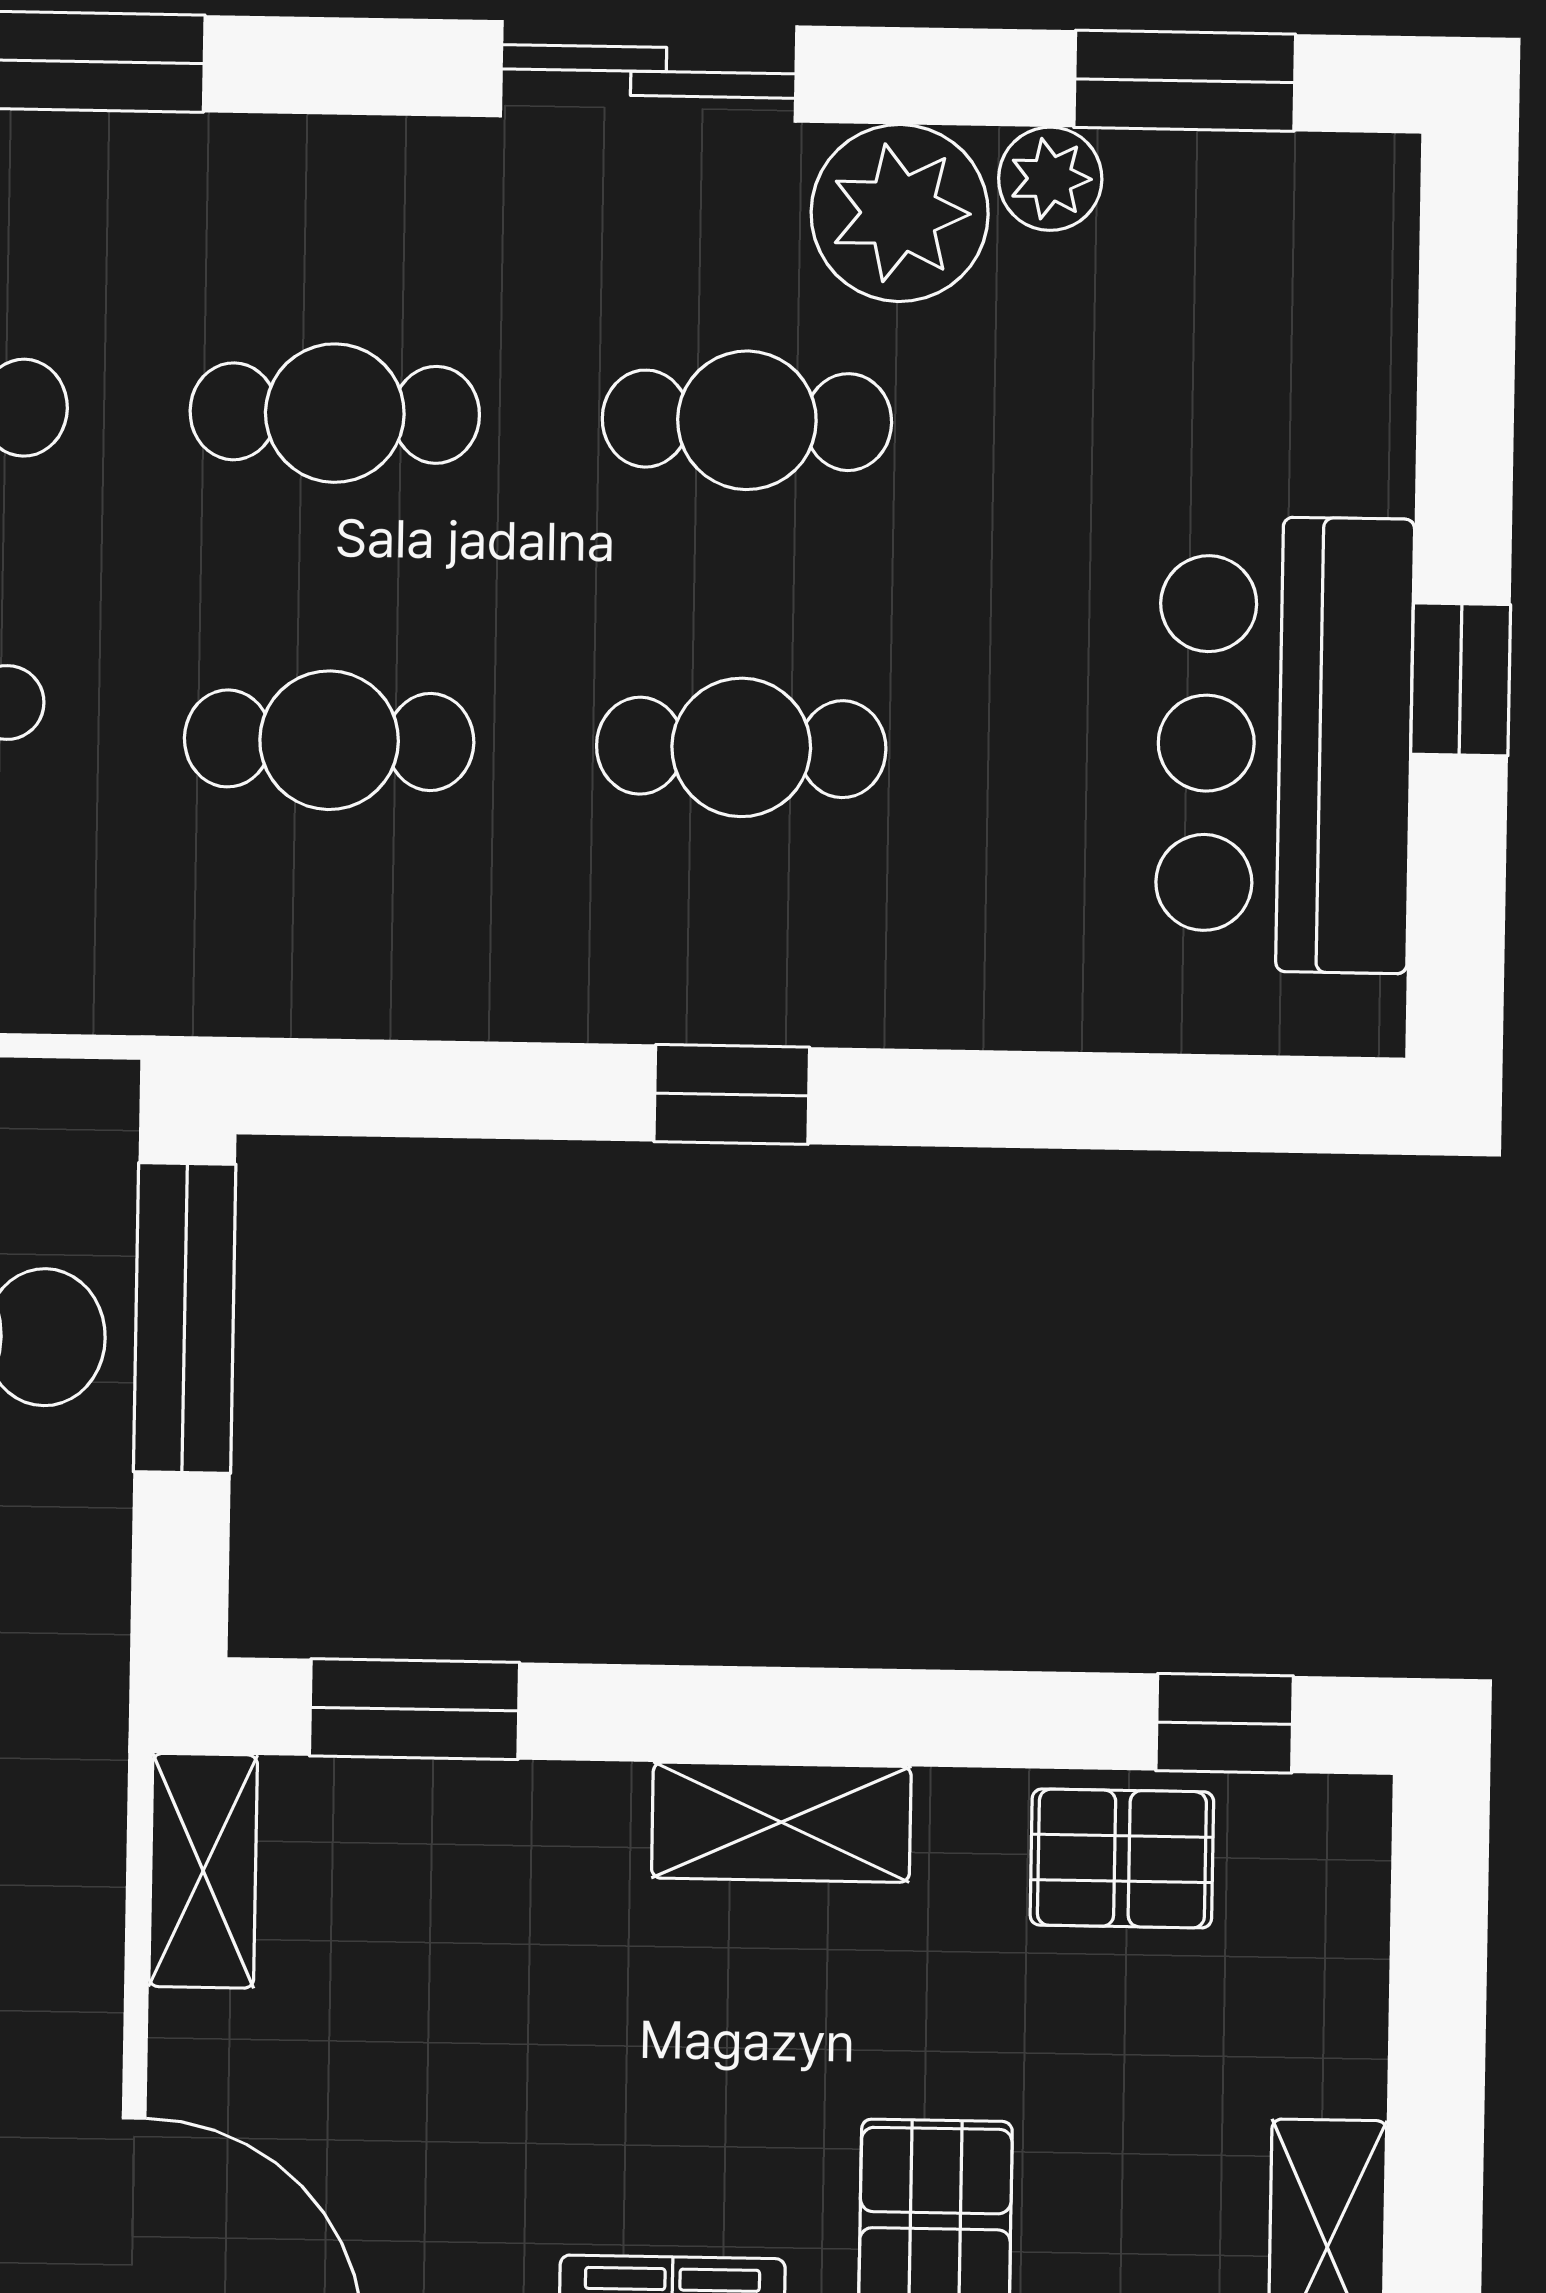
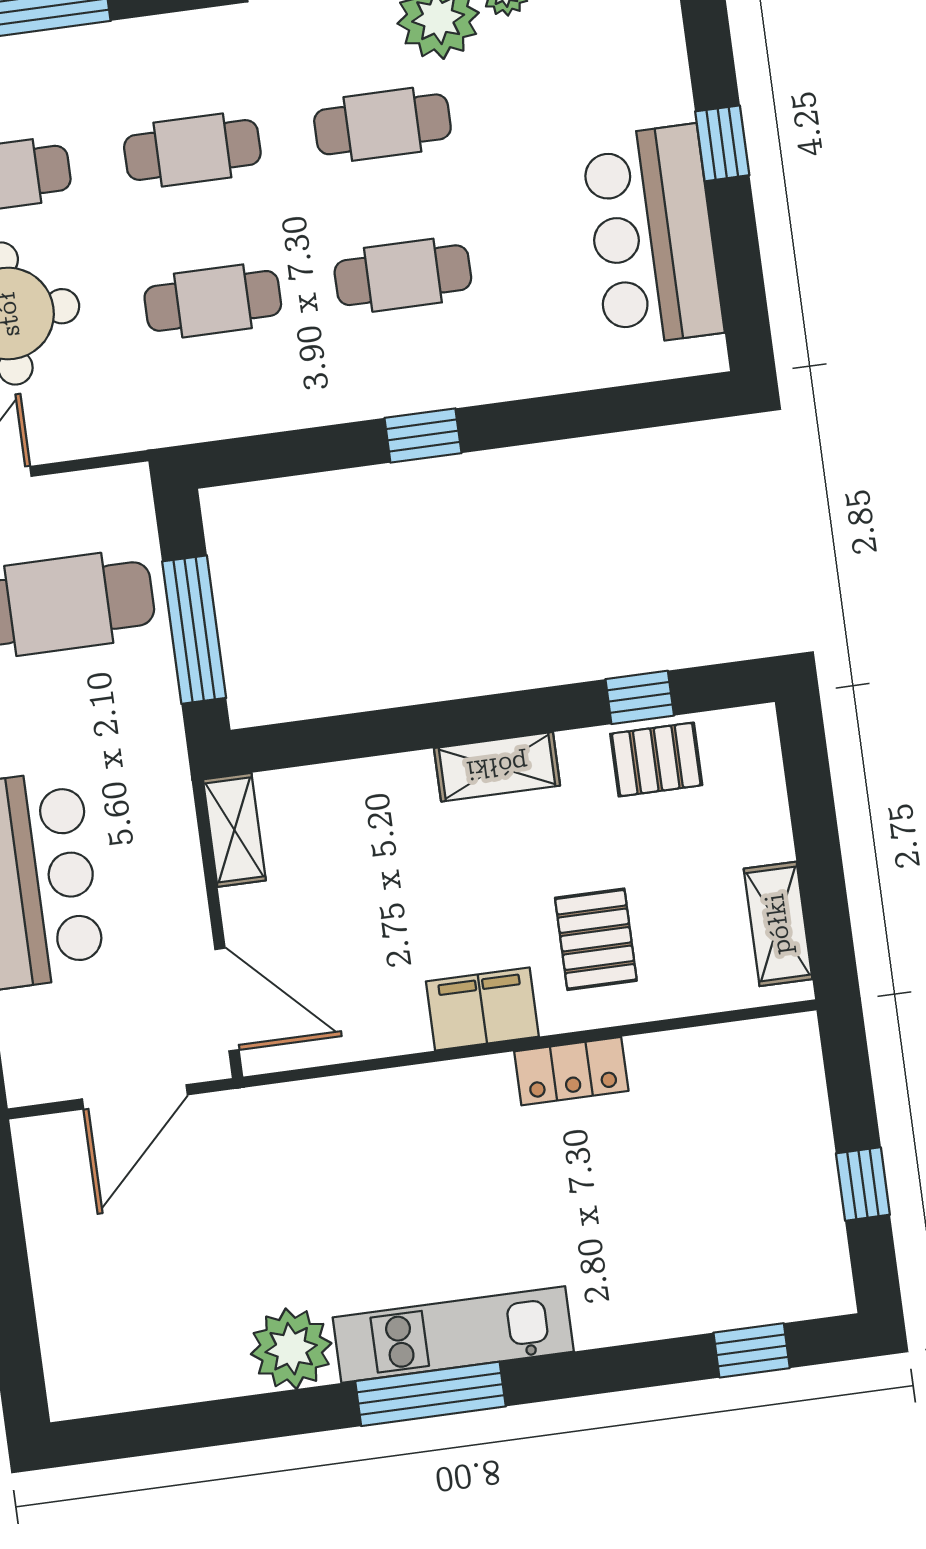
window: (1461, 679) -> (722, 143), moved
window: (185, 1318) -> (194, 630), moved
window: (414, 1709) -> (320, 741), removed
window: (1225, 1723) -> (640, 697), moved

